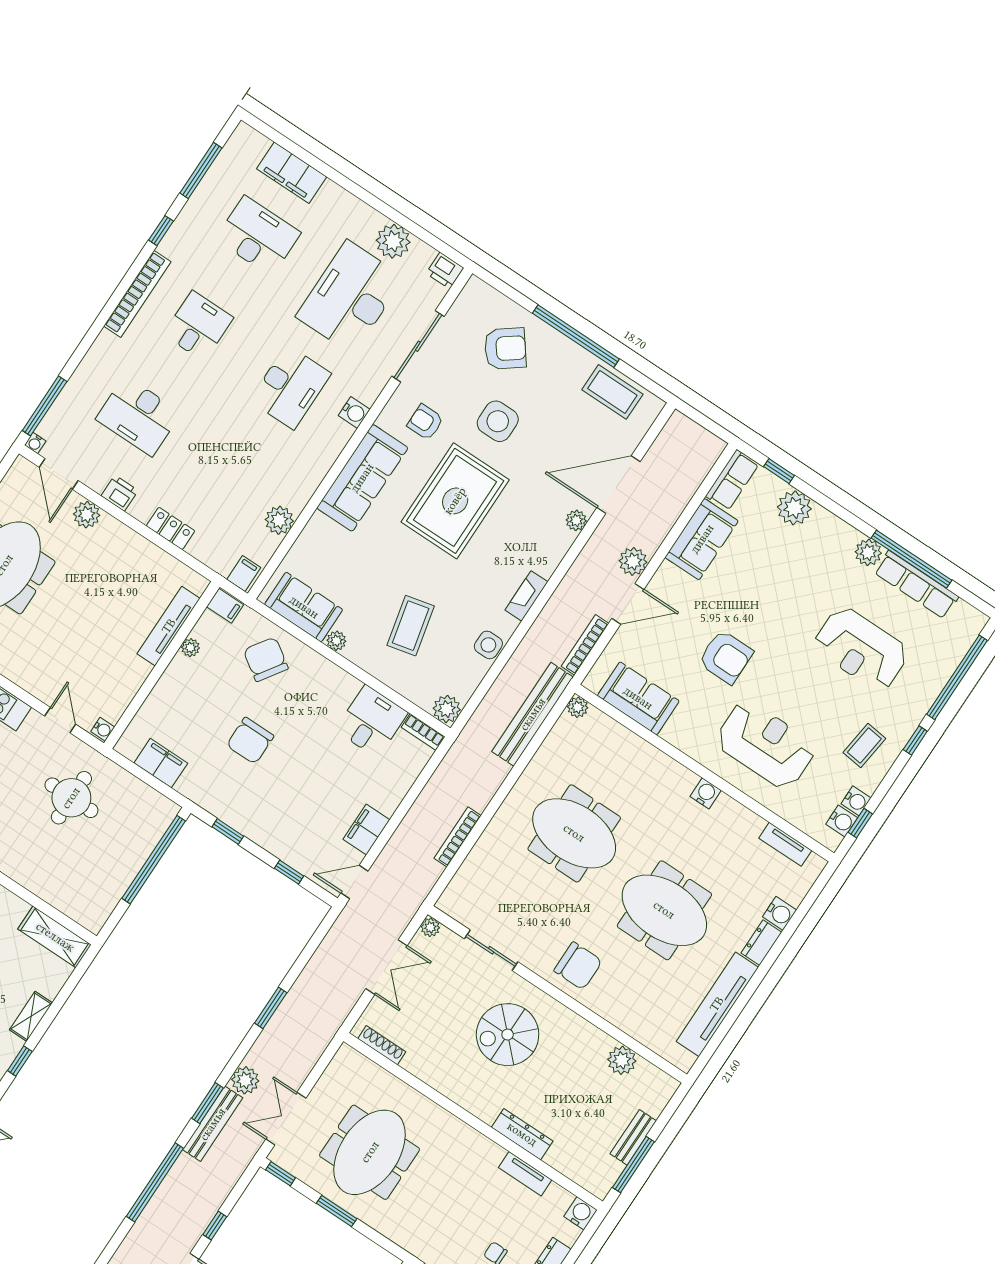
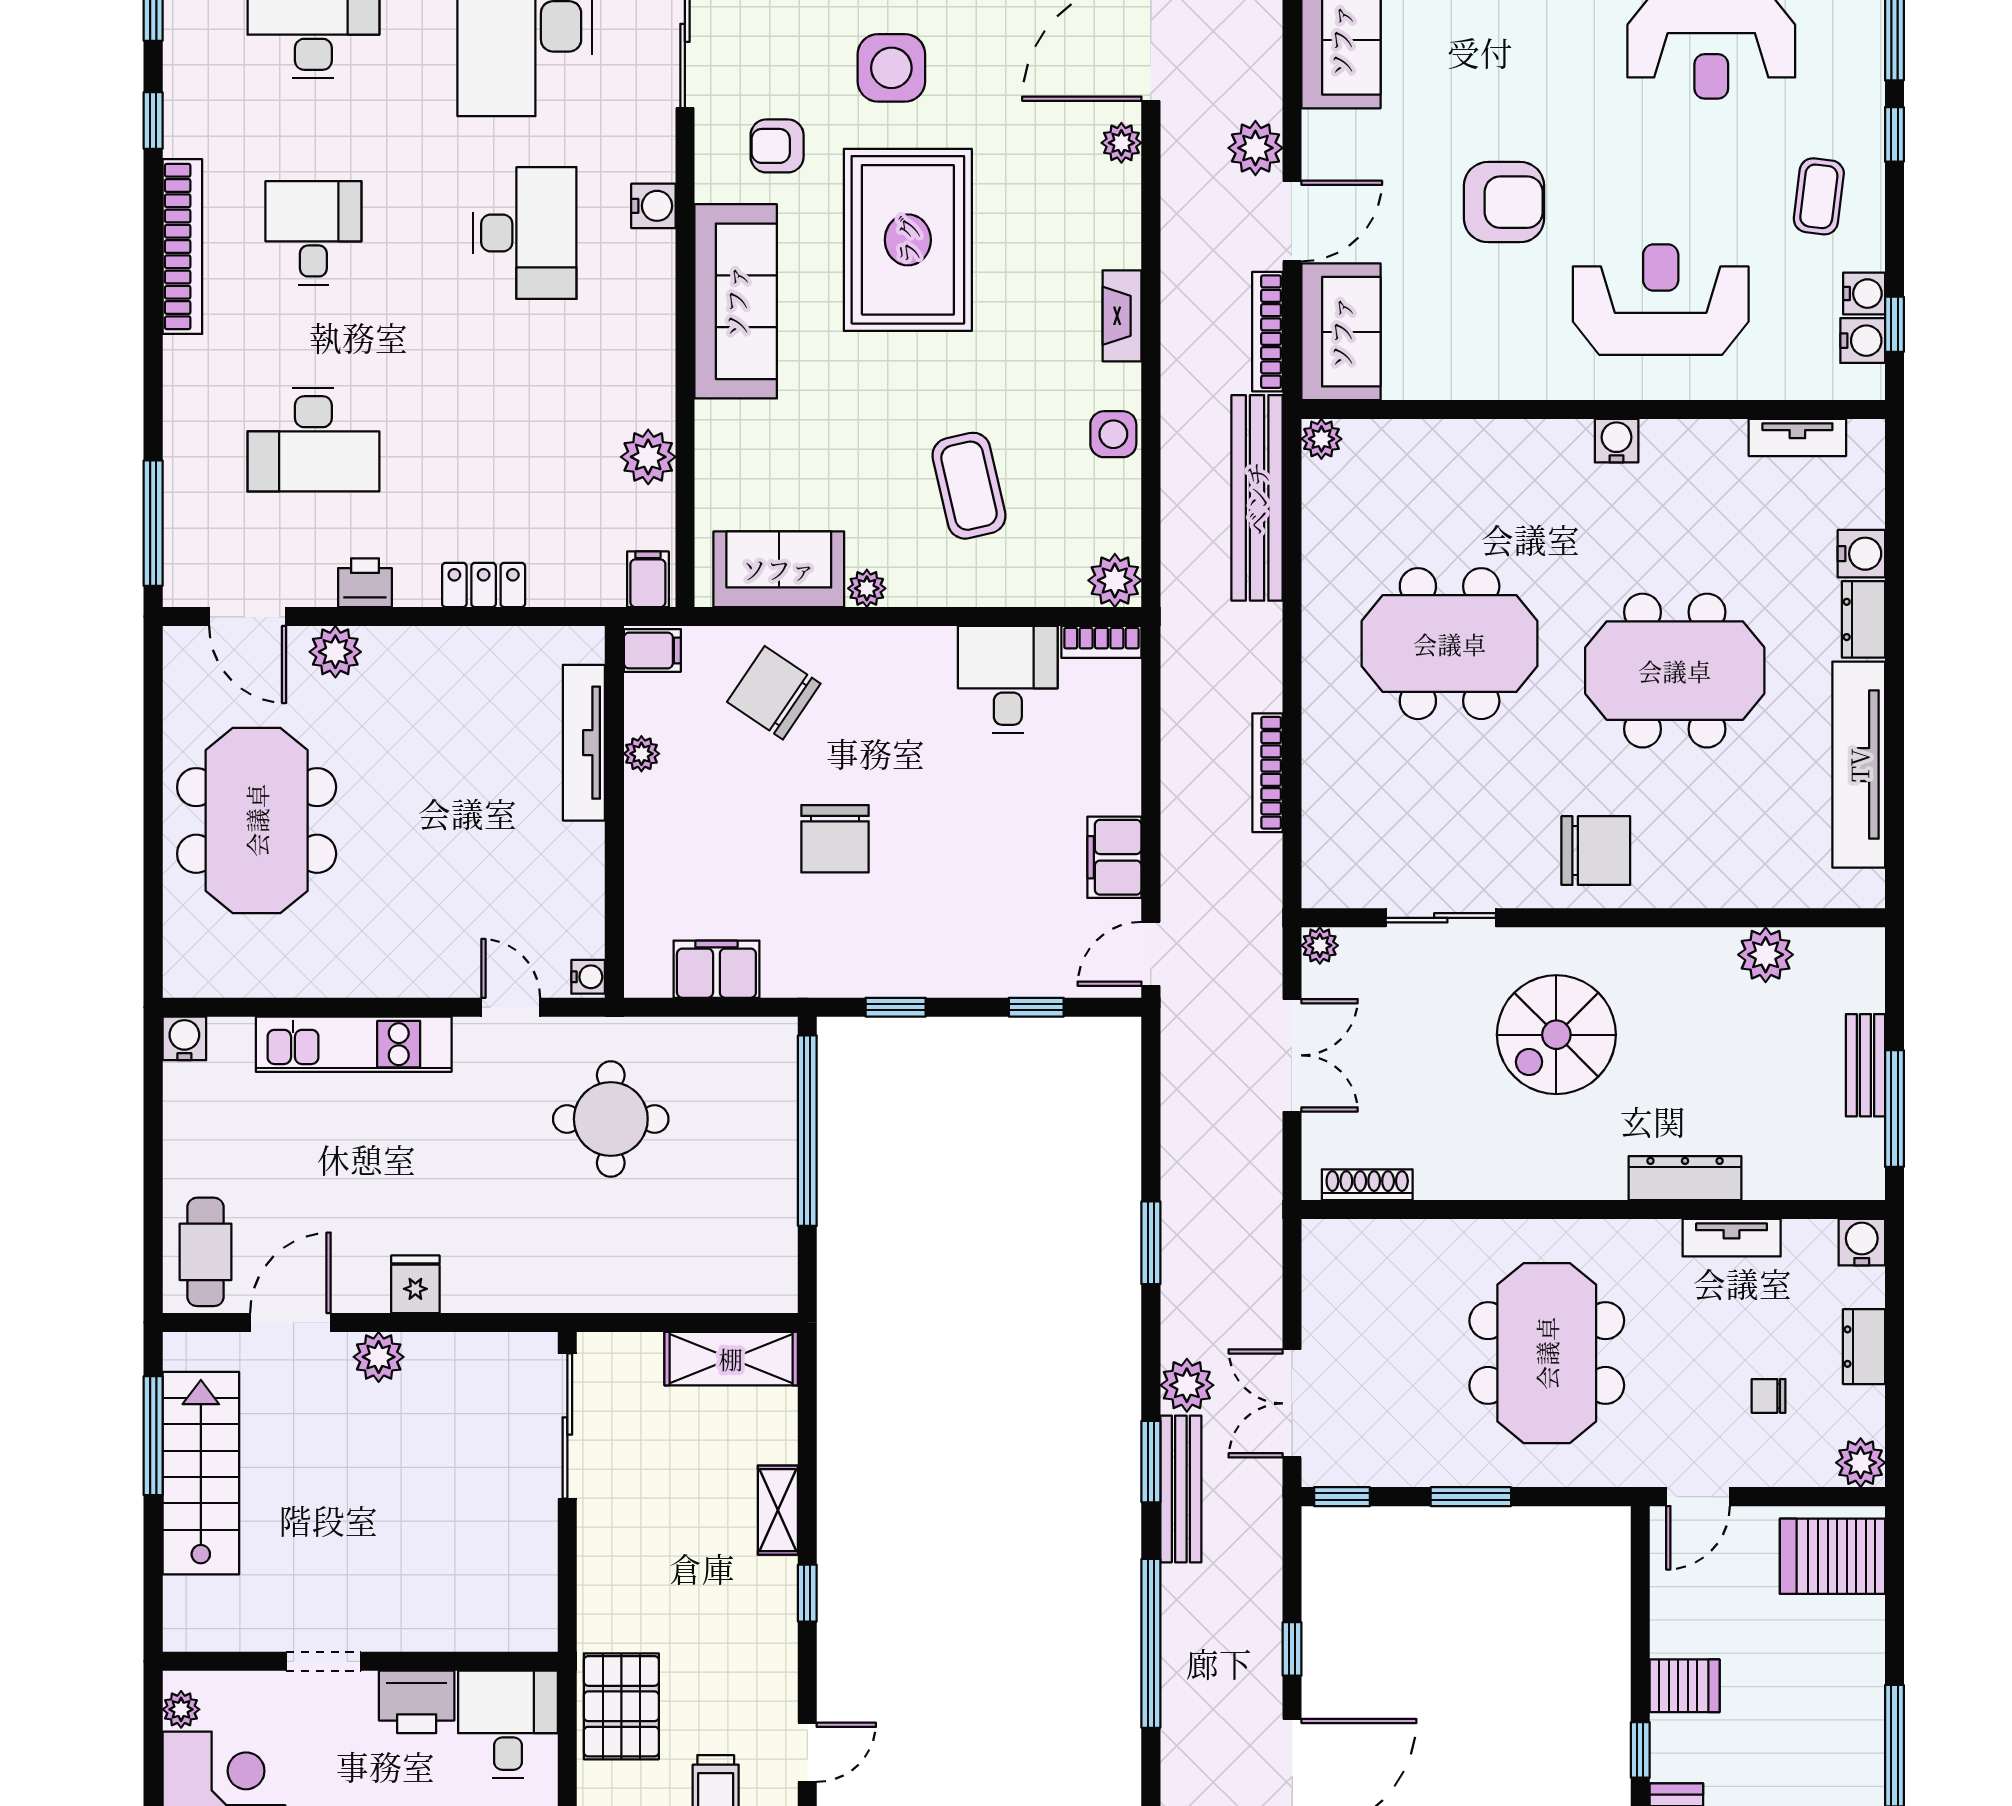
water cooler: (35, 443) -> (178, 592), removed
sofa: (638, 698) -> (1341, 332), moved, turned 90
meeting table: (370, 1152) -> (1547, 1353), moved

